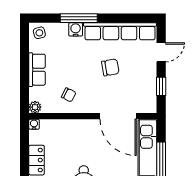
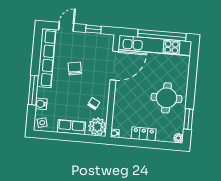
water cooler: (76, 29) -> (41, 104), moved
door: (161, 52) -> (66, 27), hinge flipped
plant: (35, 107) -> (97, 127), width x1.88, depth x1.88

